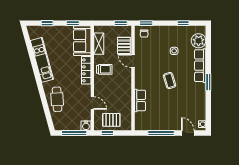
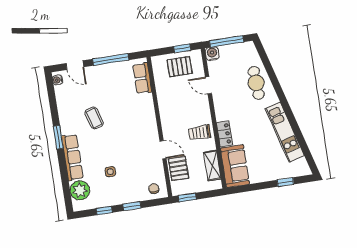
window: (73, 23) -> (251, 187), removed
window: (146, 23) -> (132, 206), moved
locker: (86, 70) -> (224, 134), width x0.66
coffee table: (170, 81) -> (94, 118), moved
row of seats: (140, 100) -> (142, 78), moved

